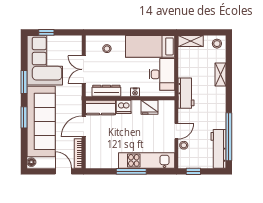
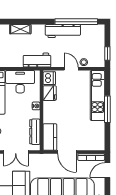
dishwasher: (124, 107) -> (49, 78), moved
workbench: (218, 149) -> (63, 31), moved

